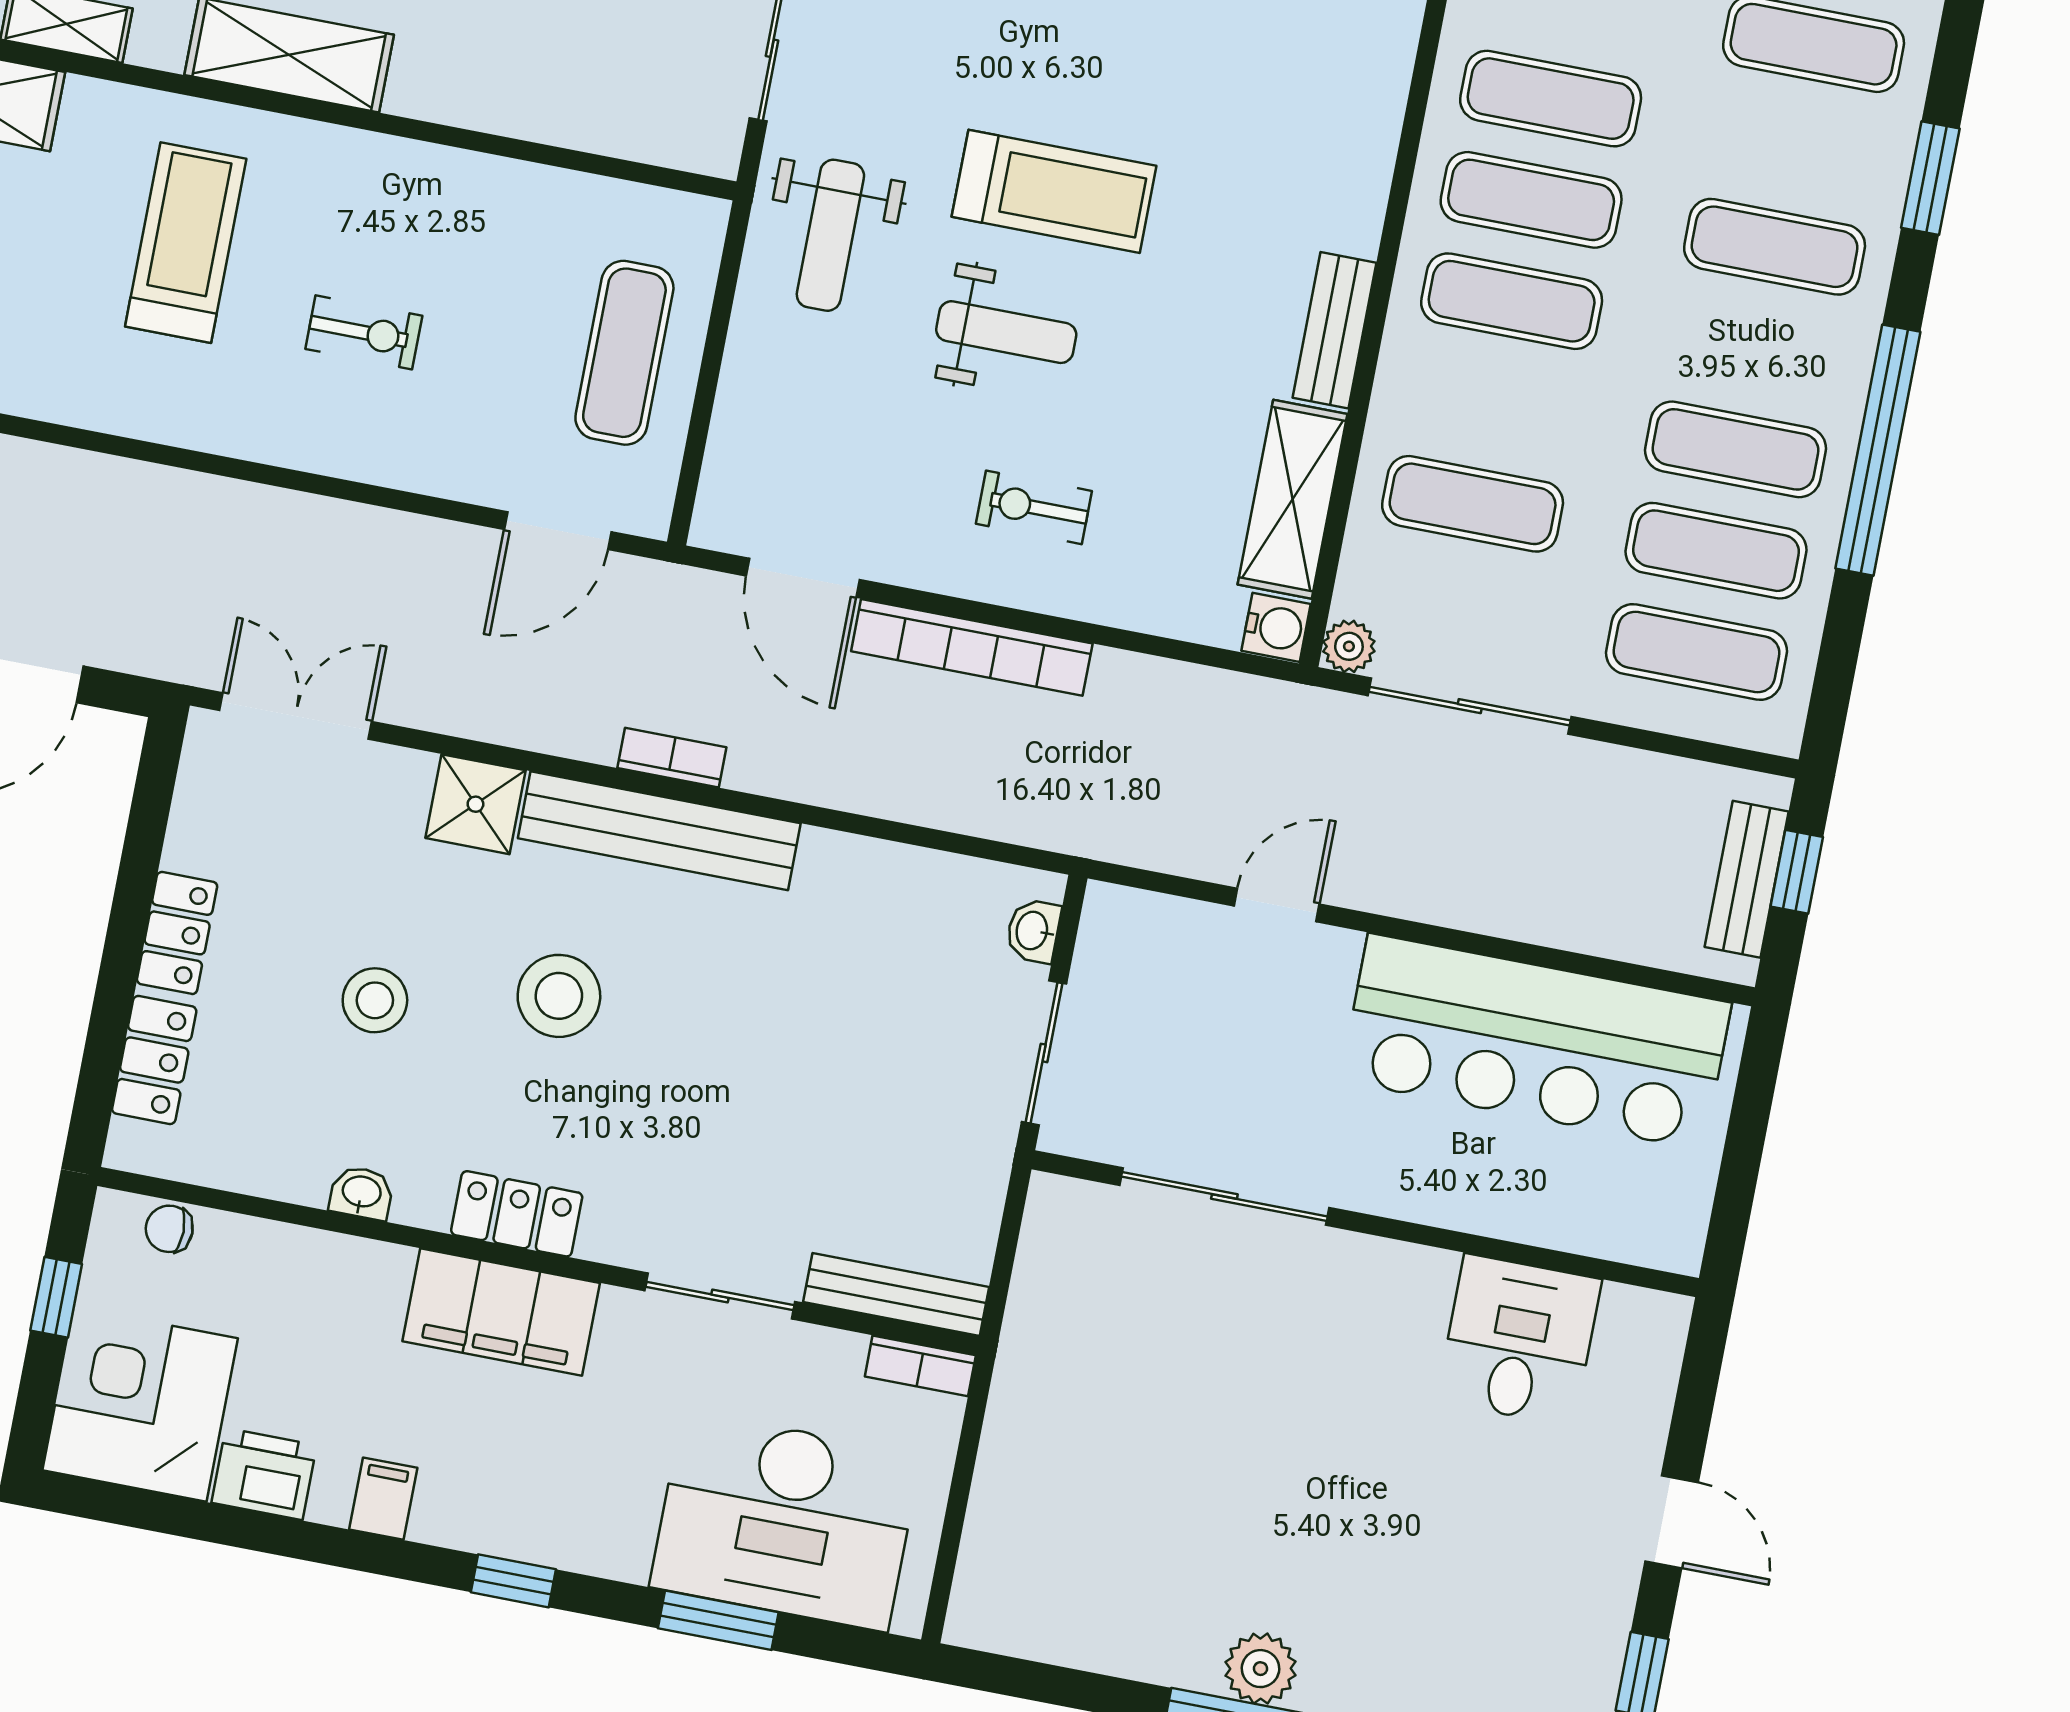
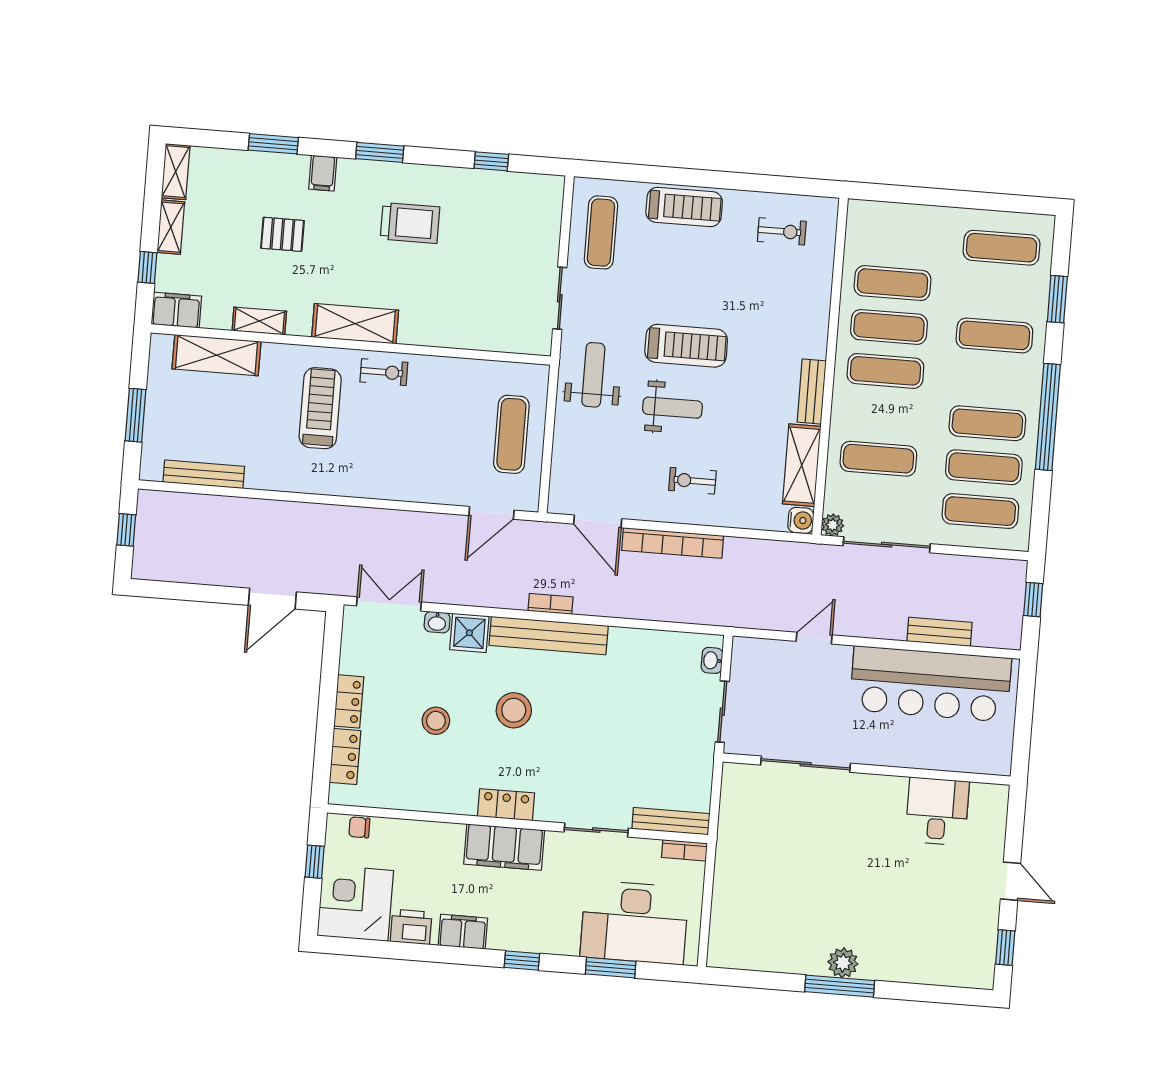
weight bench: (830, 235) -> (593, 375), turned 180
exercise bike: (364, 332) -> (384, 372), moved
bench: (1747, 879) -> (940, 632), moved, turned 90
washbasin: (361, 1193) -> (437, 622), moved, turned 180
filing cabinet: (383, 1499) -> (463, 932), width x2.00

